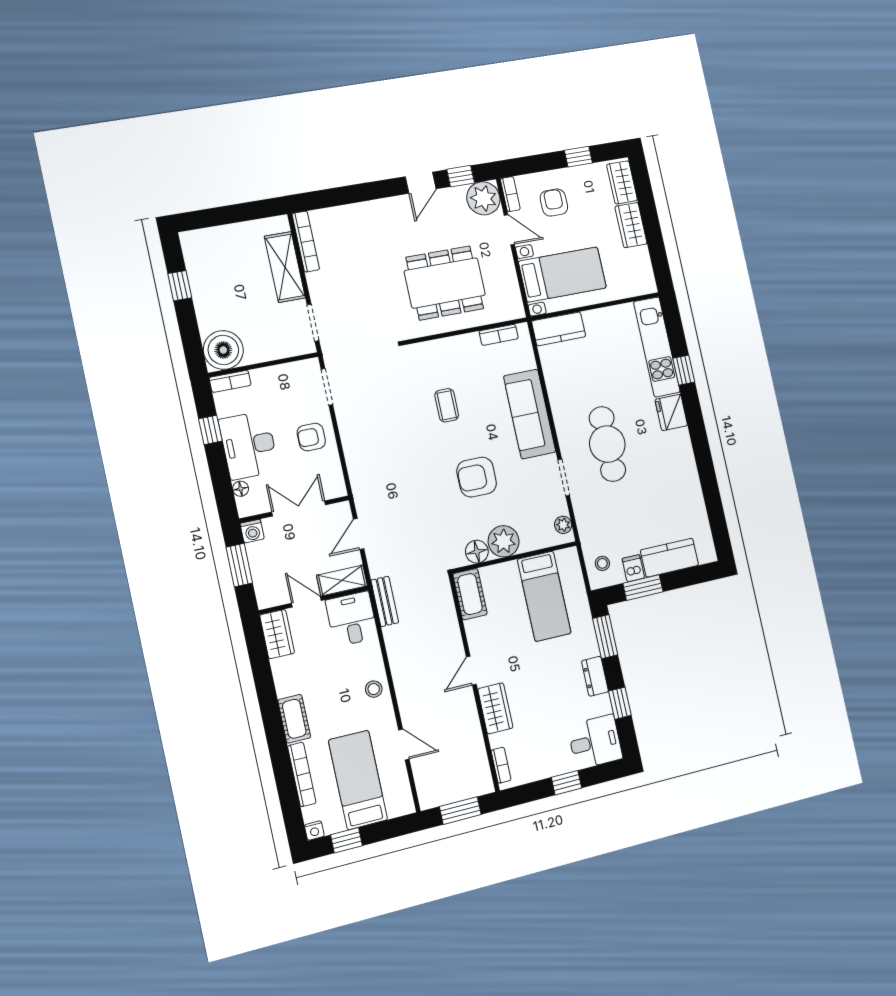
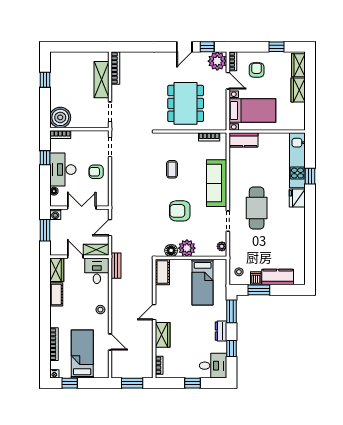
dining table: (445, 283) -> (186, 103), turned 90
cot: (294, 719) -> (56, 294), moved

